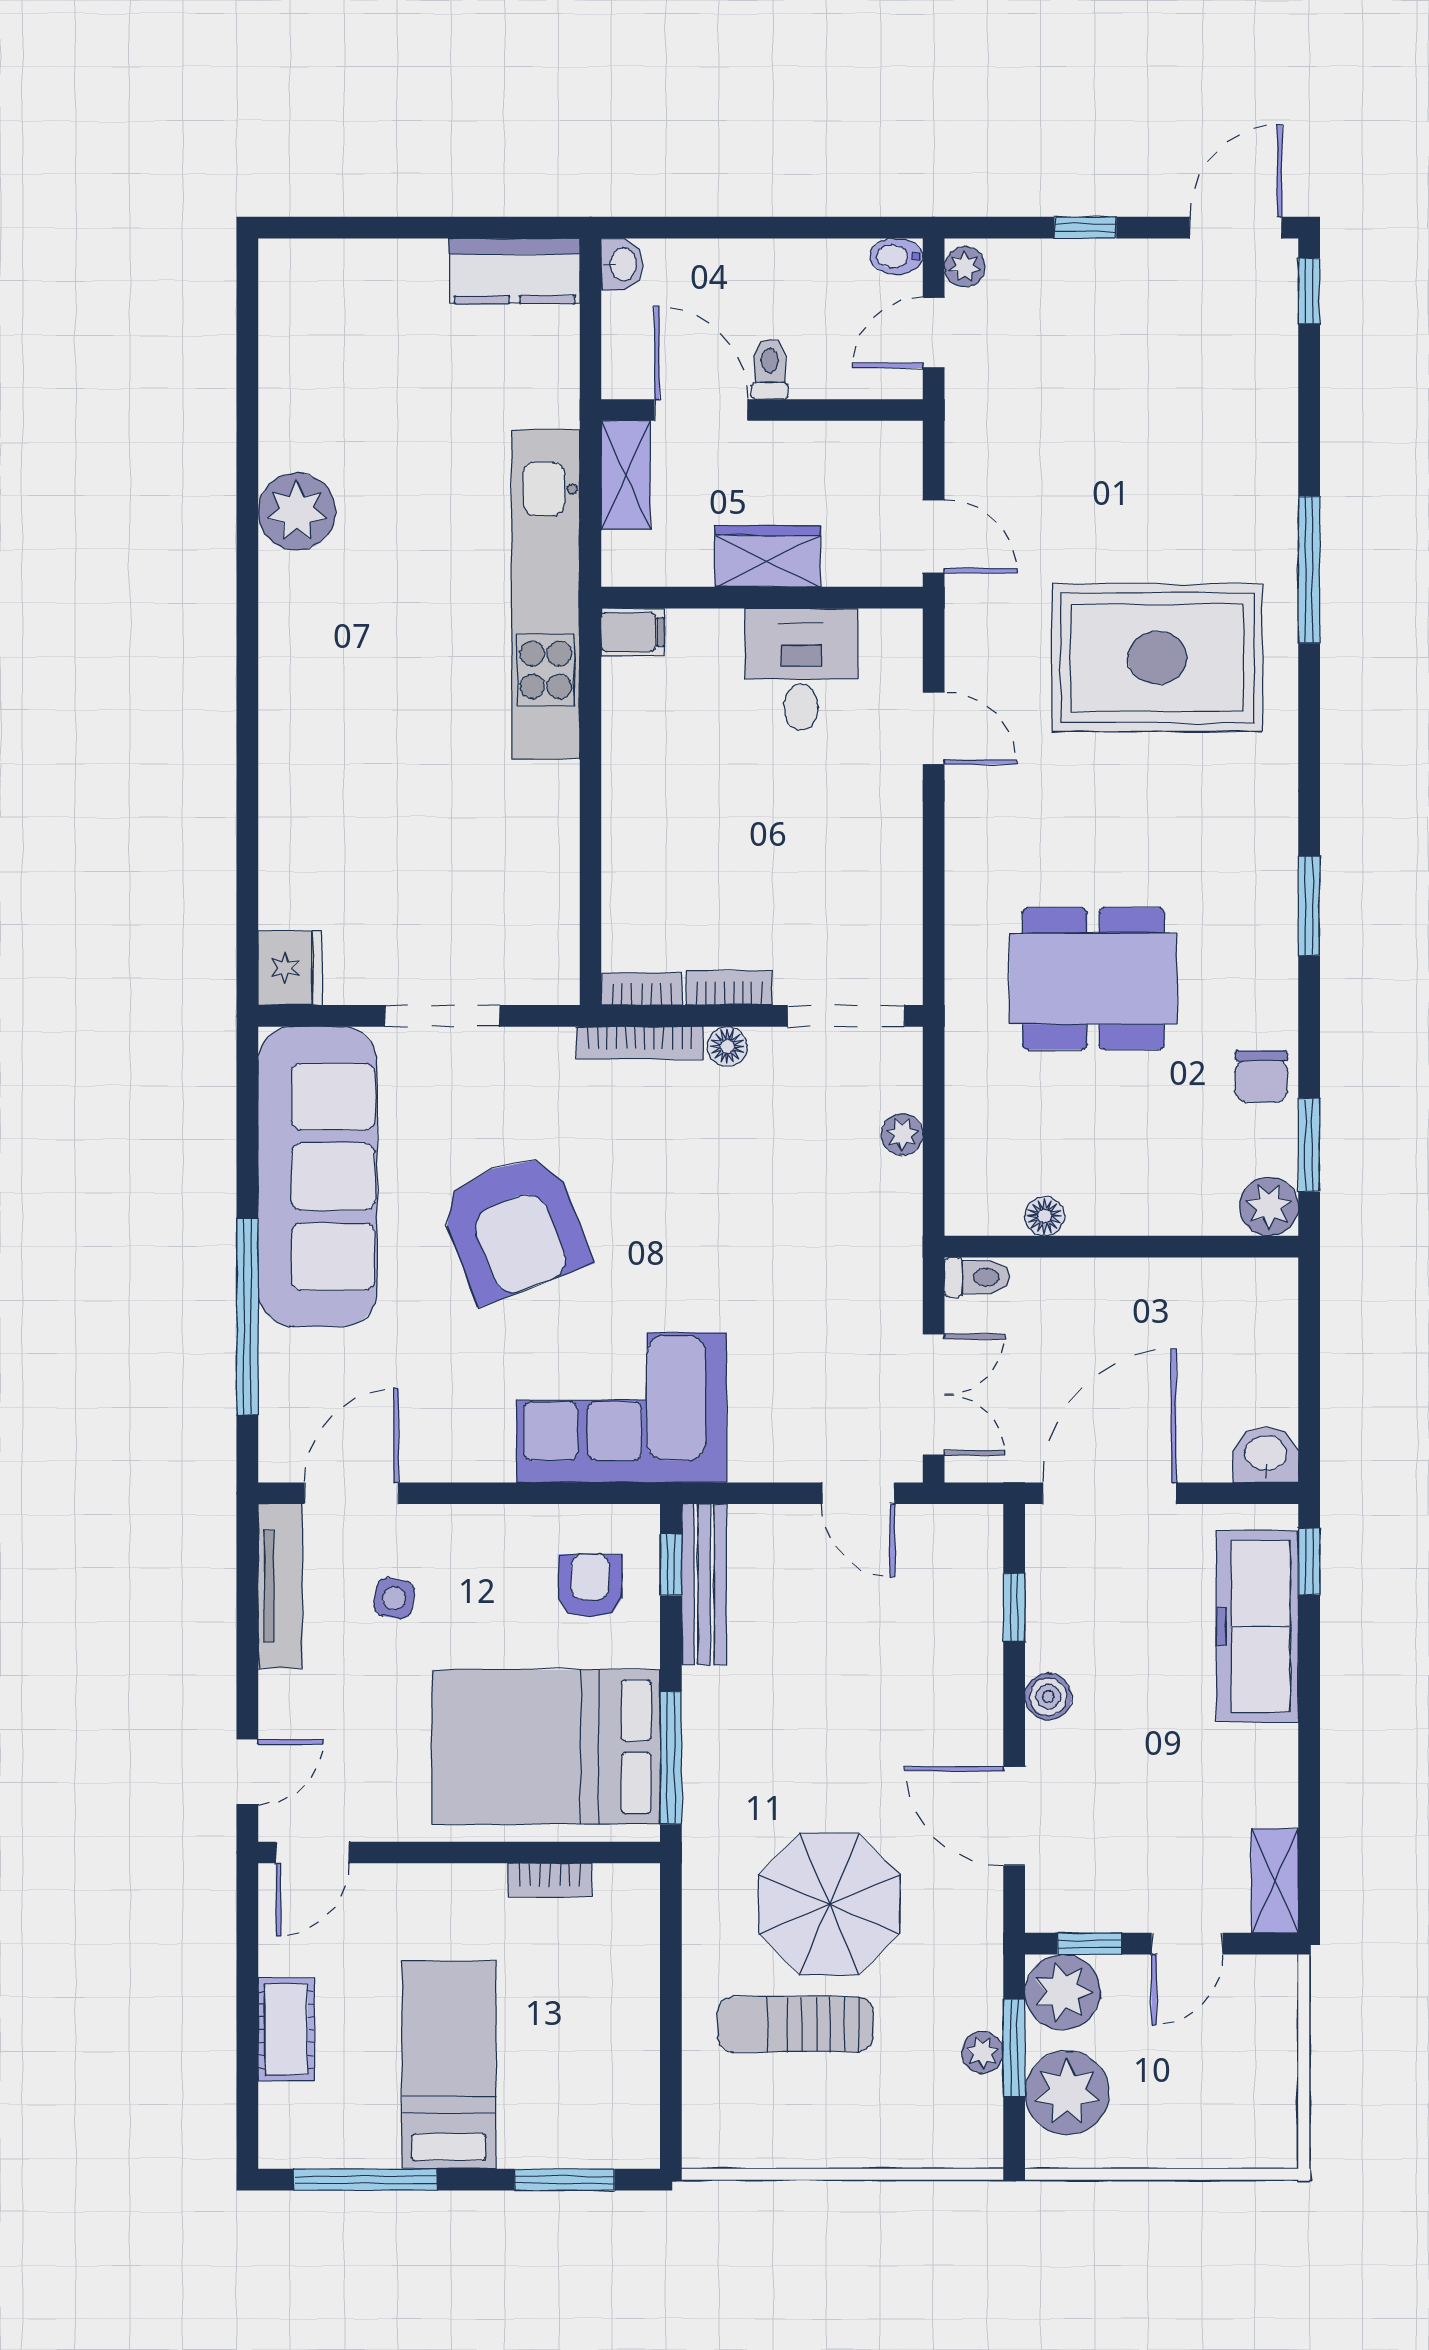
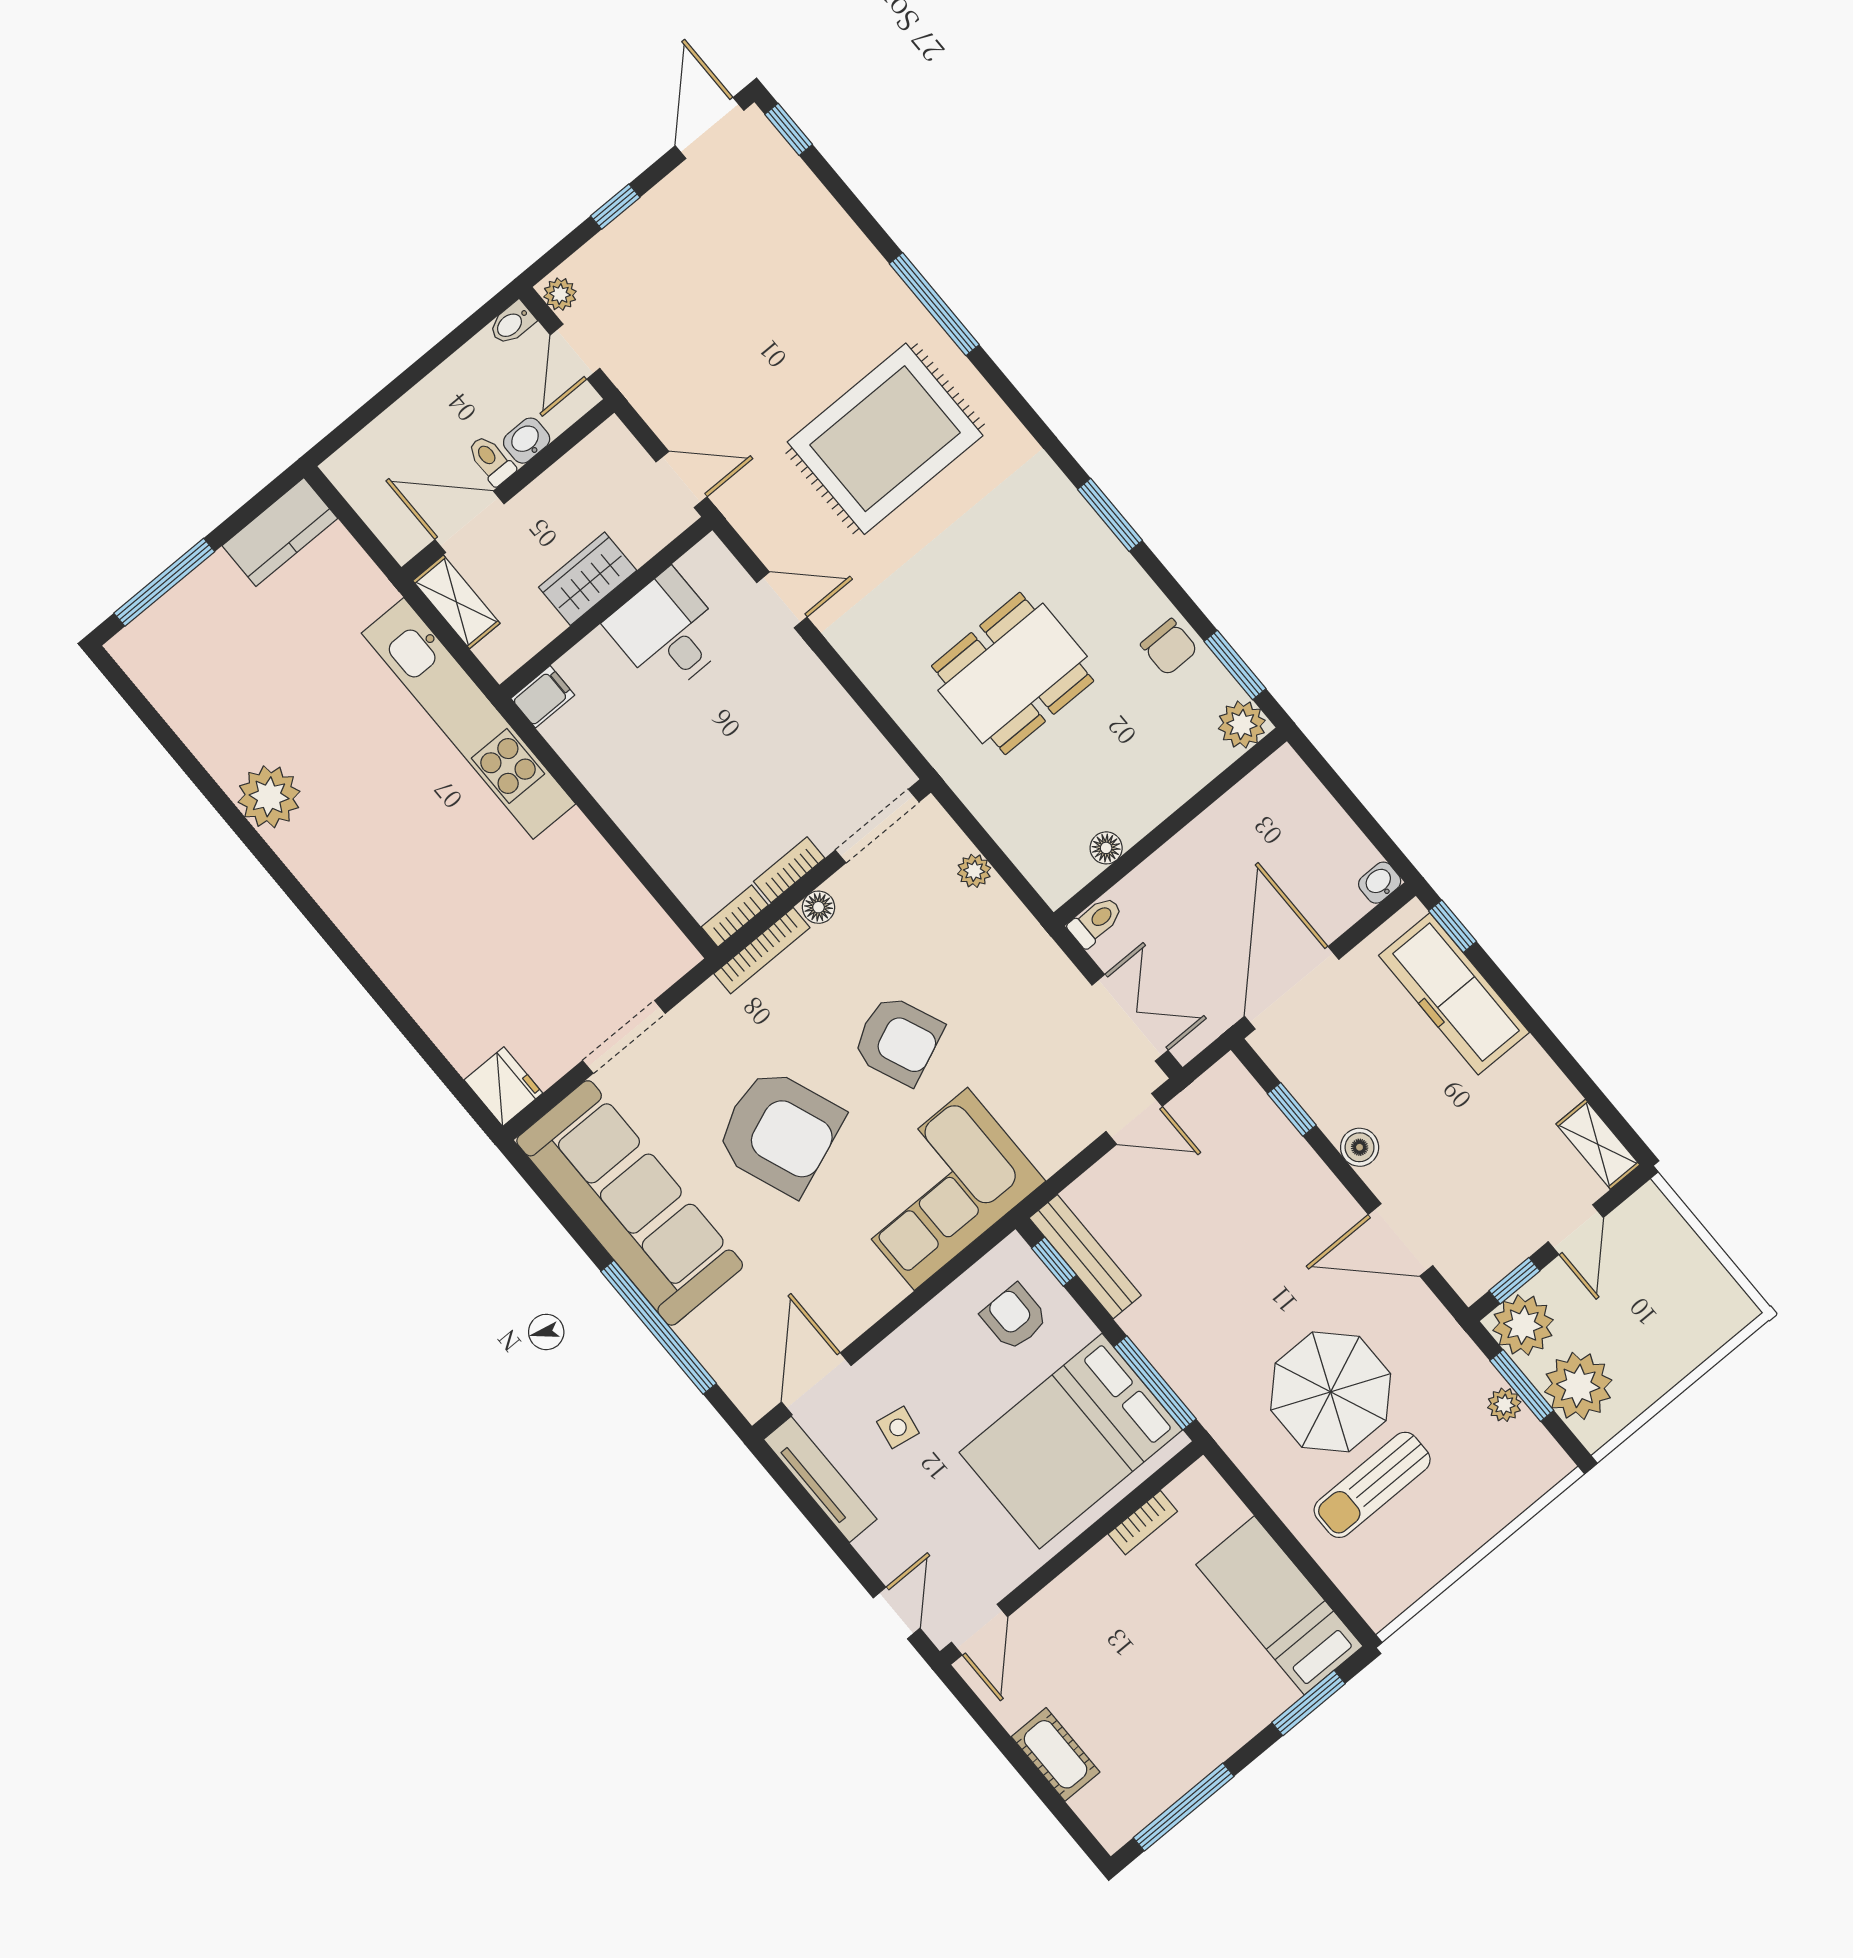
window: (366, 228) -> (164, 582), added
washbasin: (622, 264) -> (527, 441), moved, turned -90
armchair: (698, 1234) -> (898, 1040), added
washbasin: (1266, 1455) -> (1380, 883), width x0.72, depth x0.69
bed: (449, 2065) -> (1279, 1605), moved

